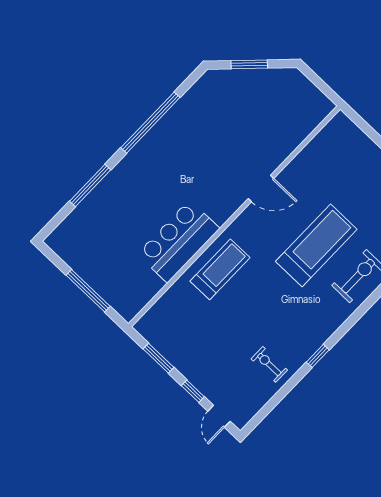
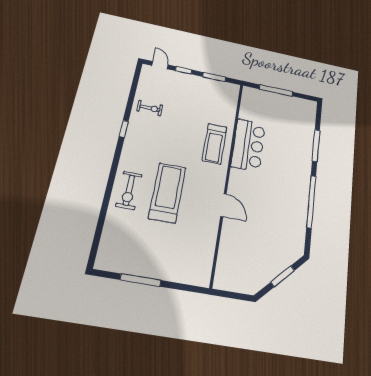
door: (261, 188) -> (223, 205), swing flipped
treadmill: (316, 245) -> (167, 193), turned 180

